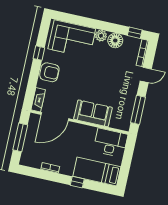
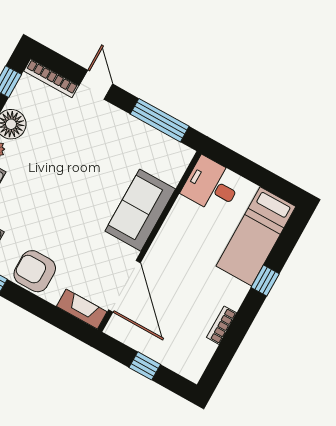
armchair: (49, 72) -> (35, 271), turned -90
window: (20, 137) -> (145, 366), width x0.46
desk: (111, 143) -> (212, 185), width x0.73

